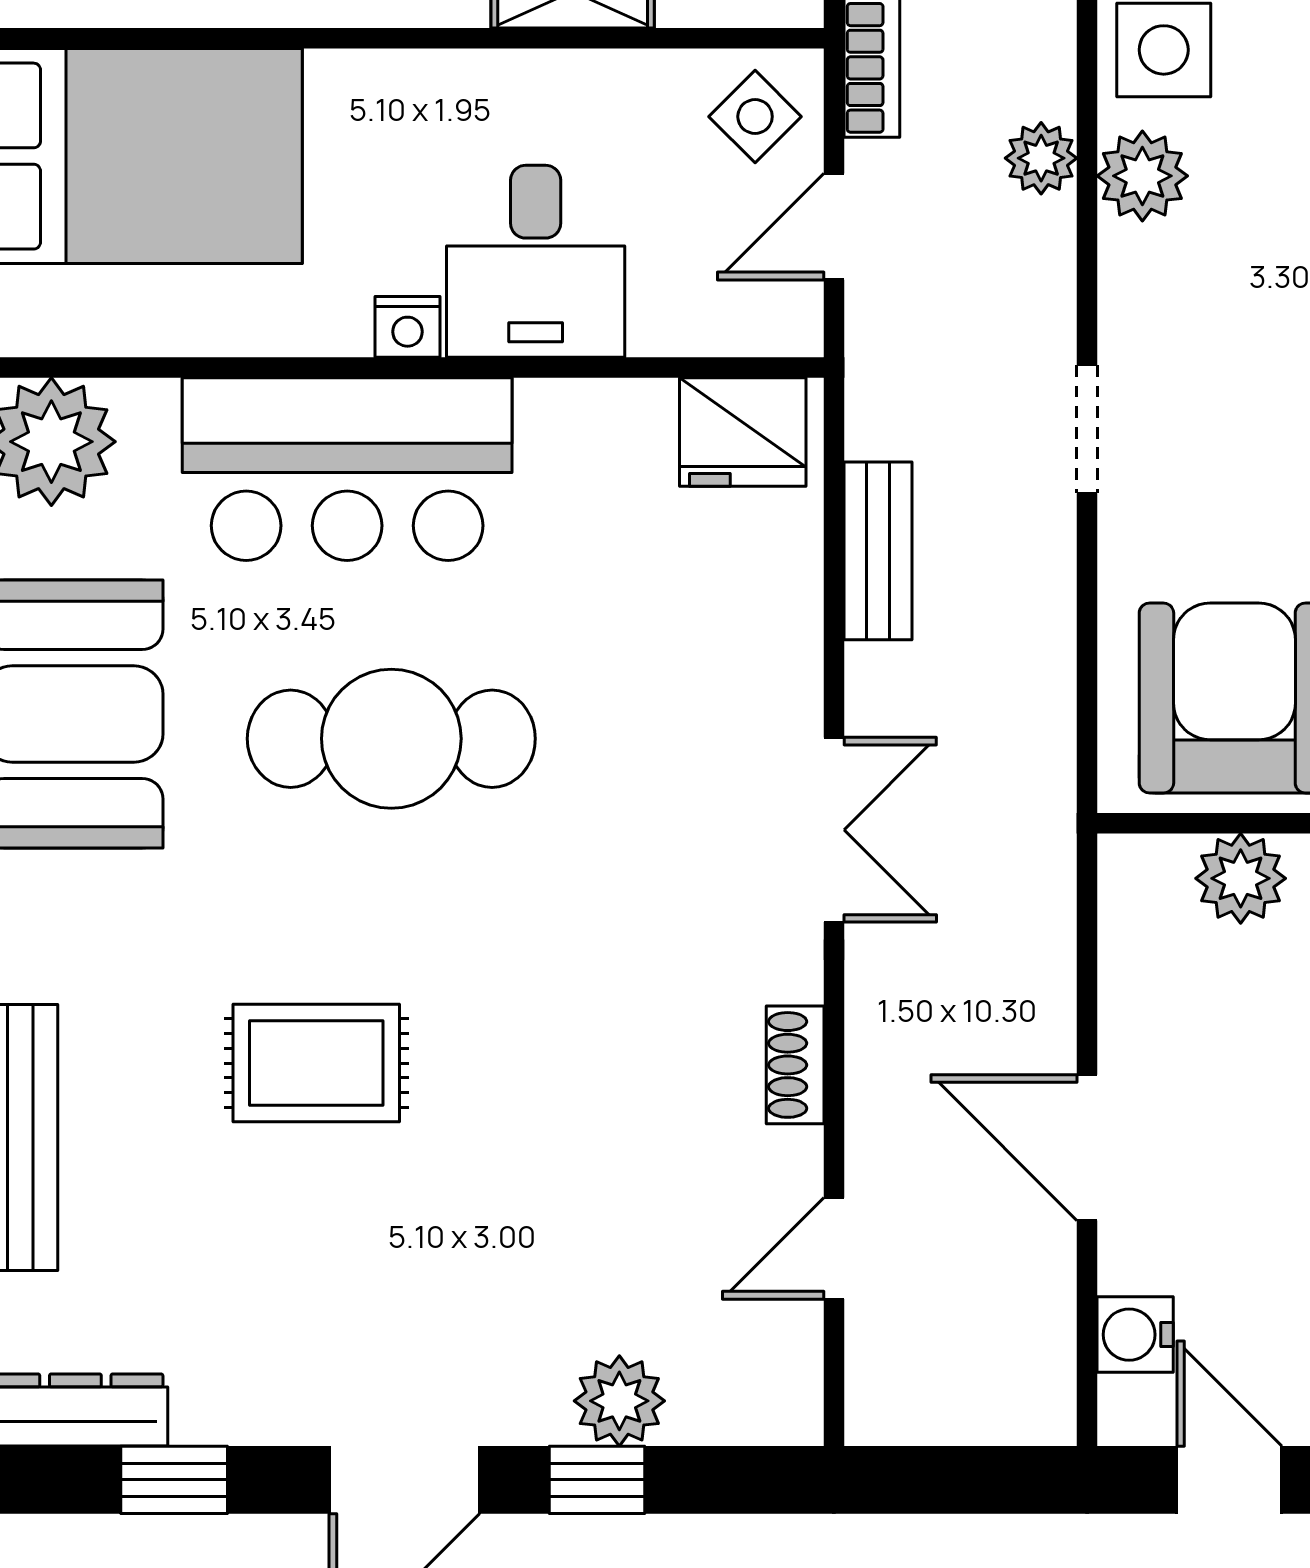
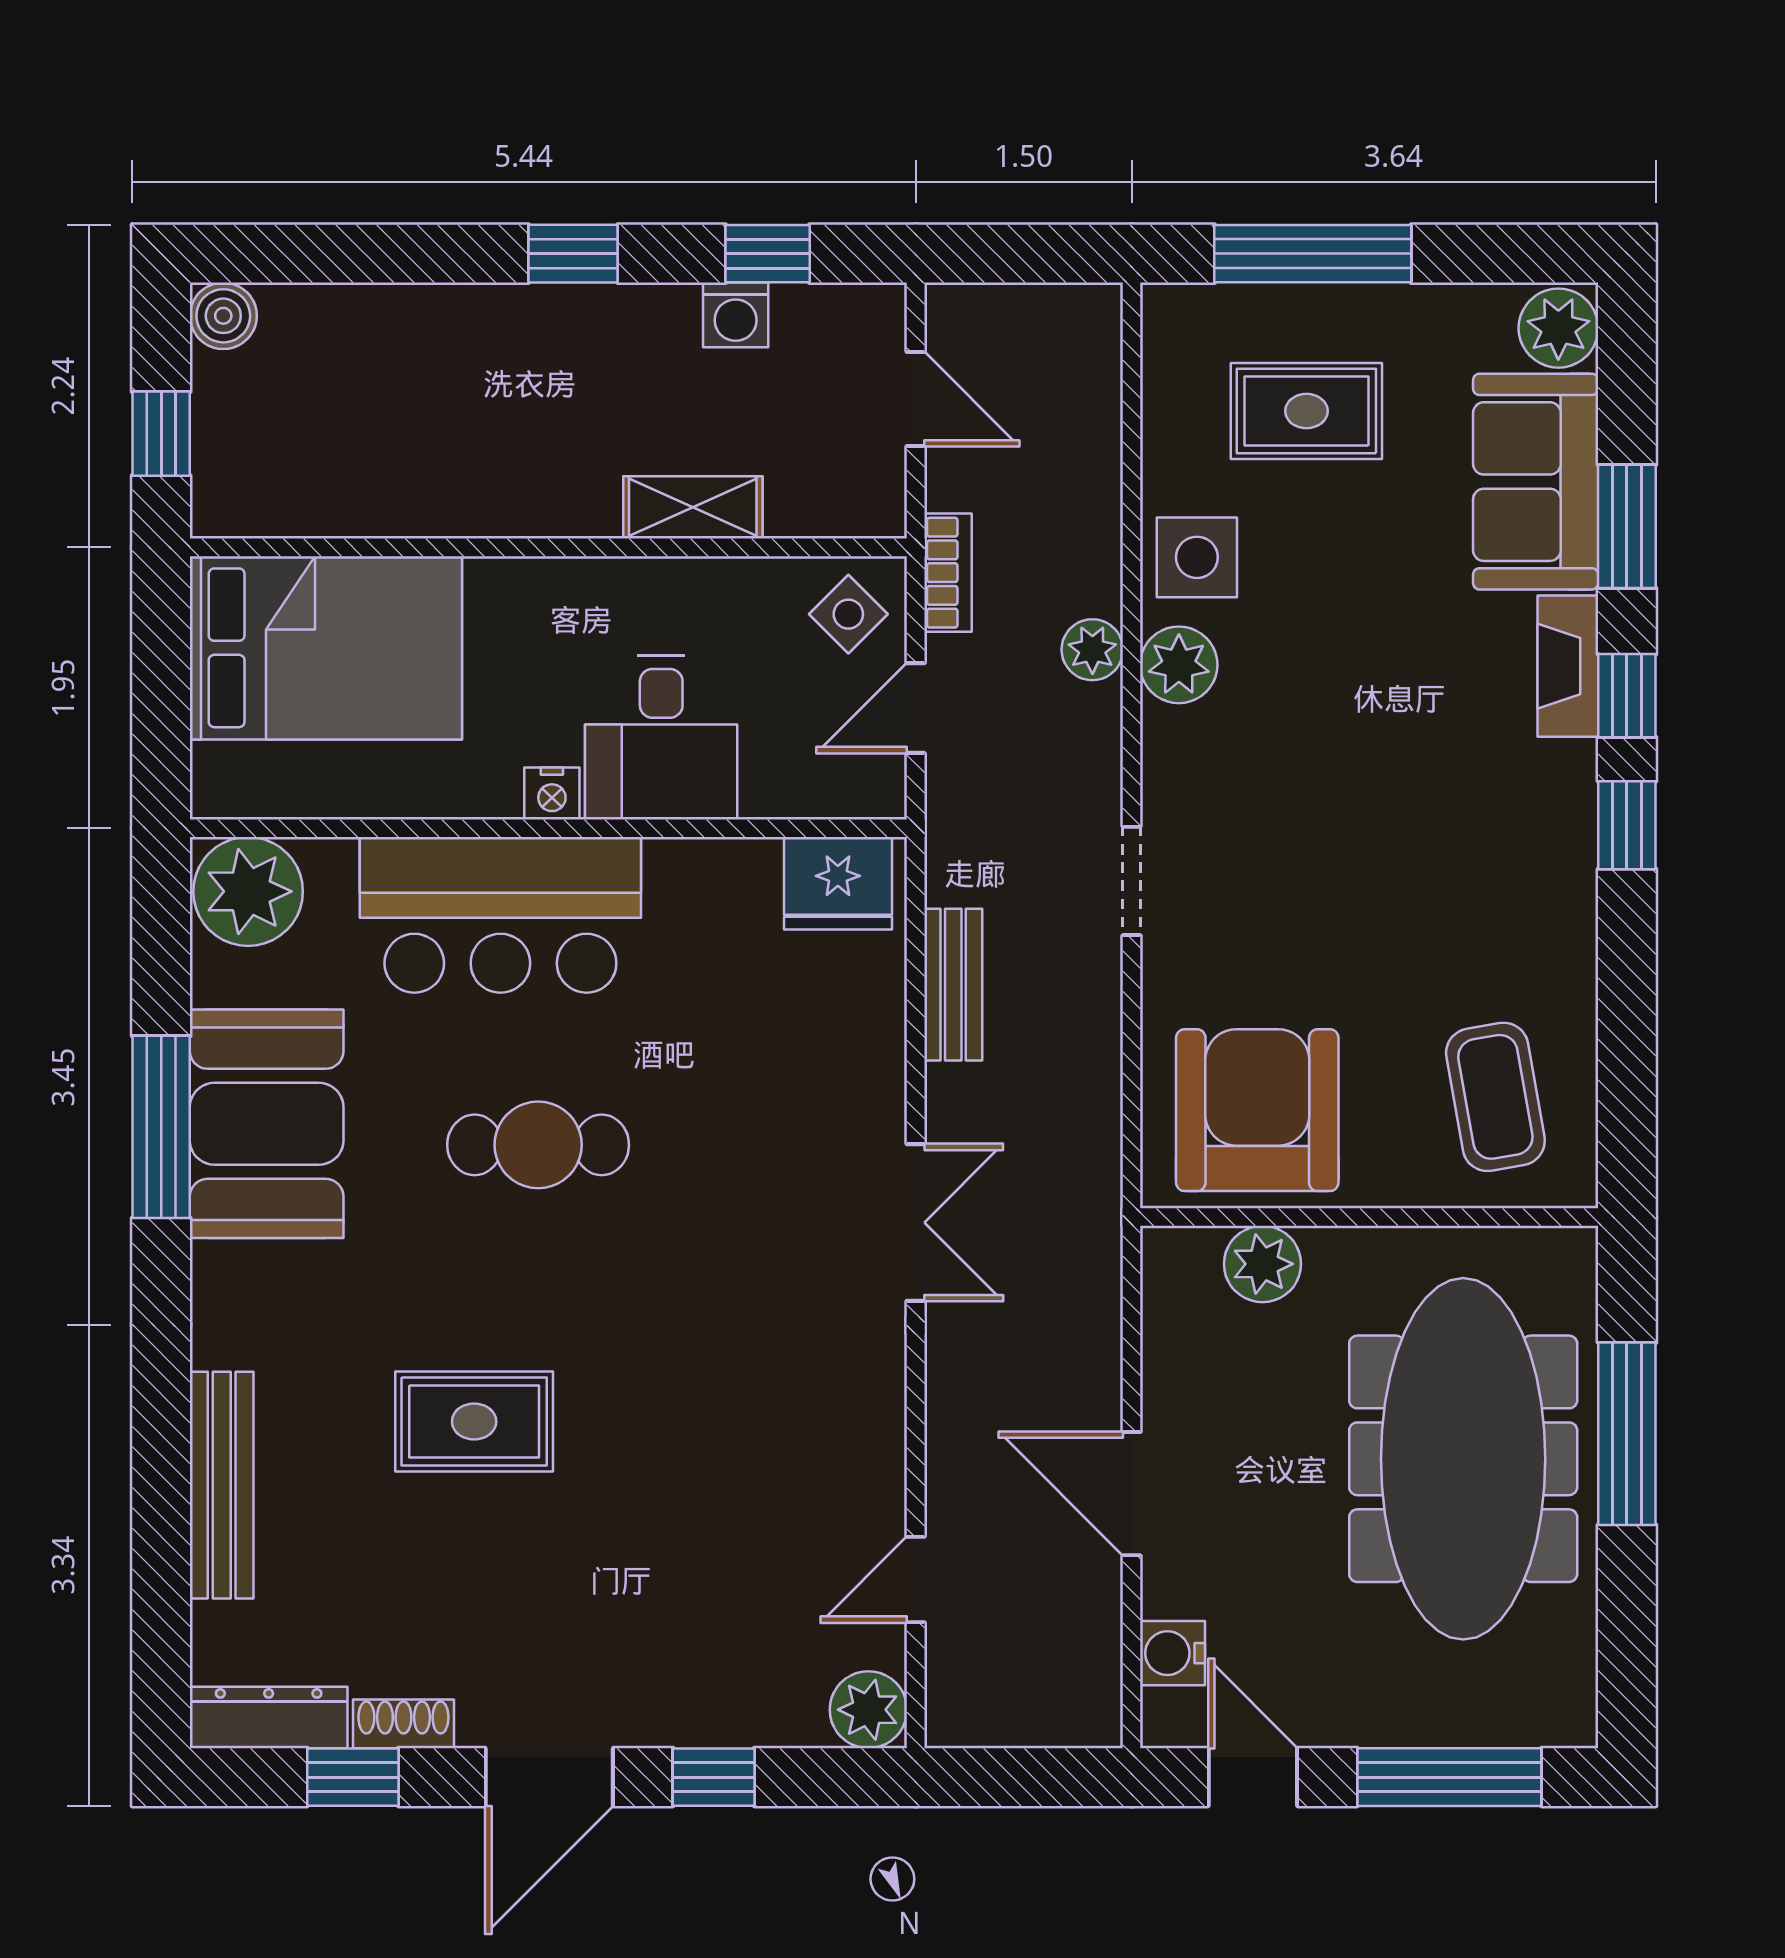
cafe table: (391, 739) -> (538, 1145), width x0.73, depth x0.74
shoe rack: (795, 1065) -> (403, 1724), moved, turned 90
plant: (619, 1401) -> (868, 1710), moved

